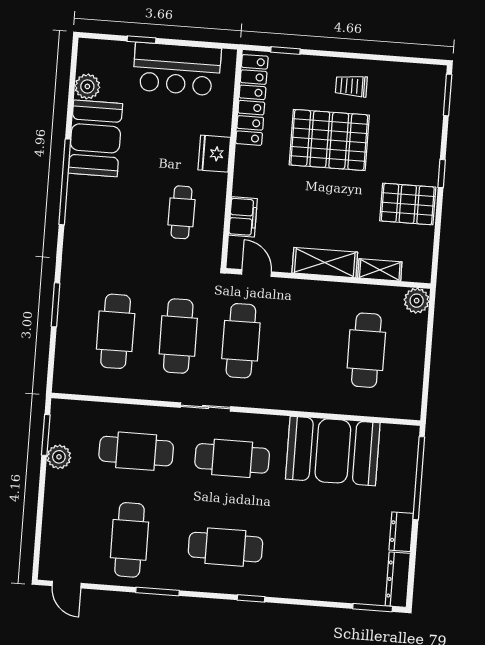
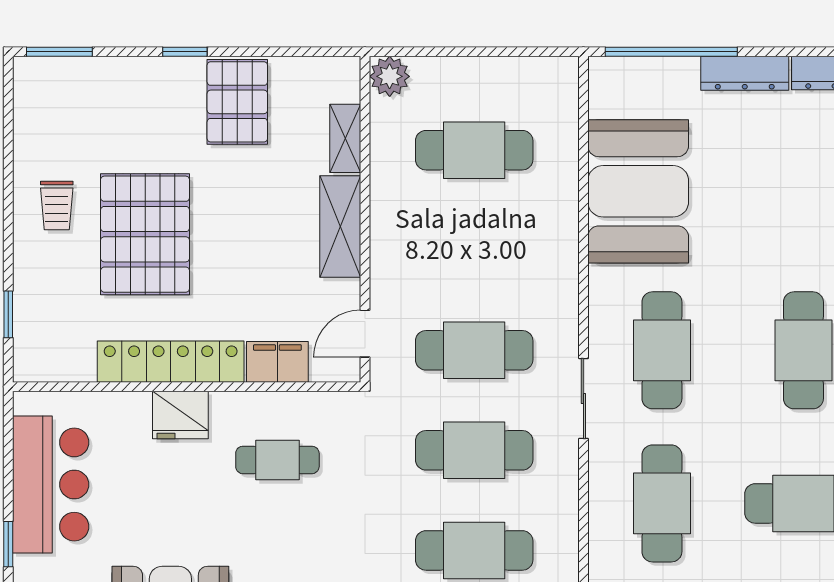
locker: (252, 100) -> (171, 362), moved
dresser: (401, 532) -> (745, 73), width x1.44

